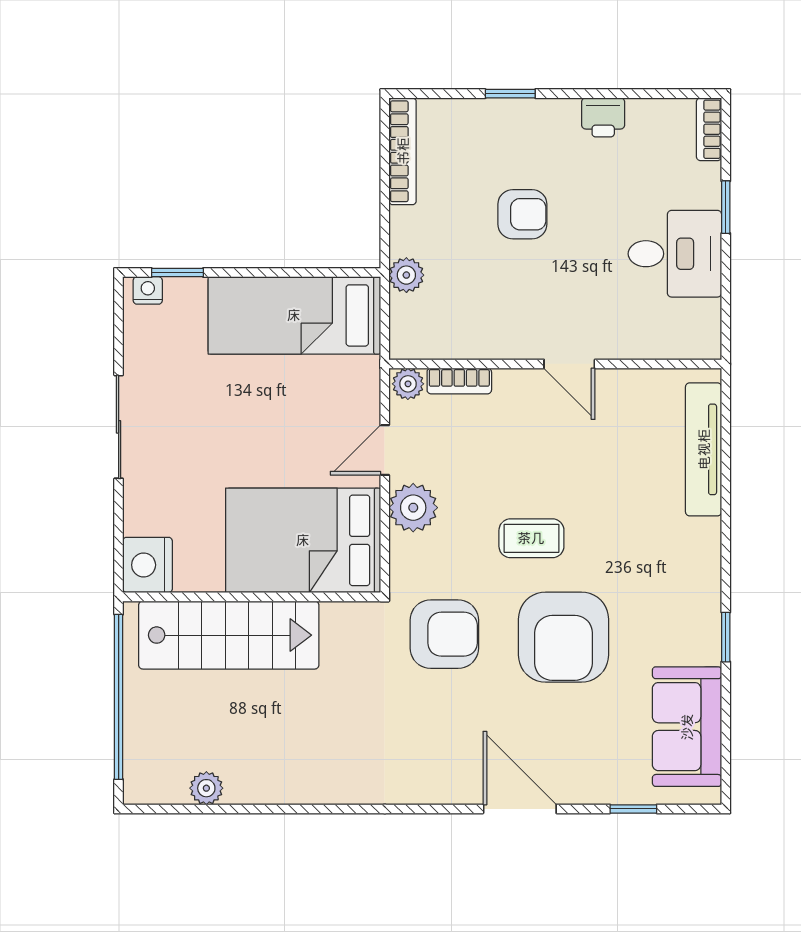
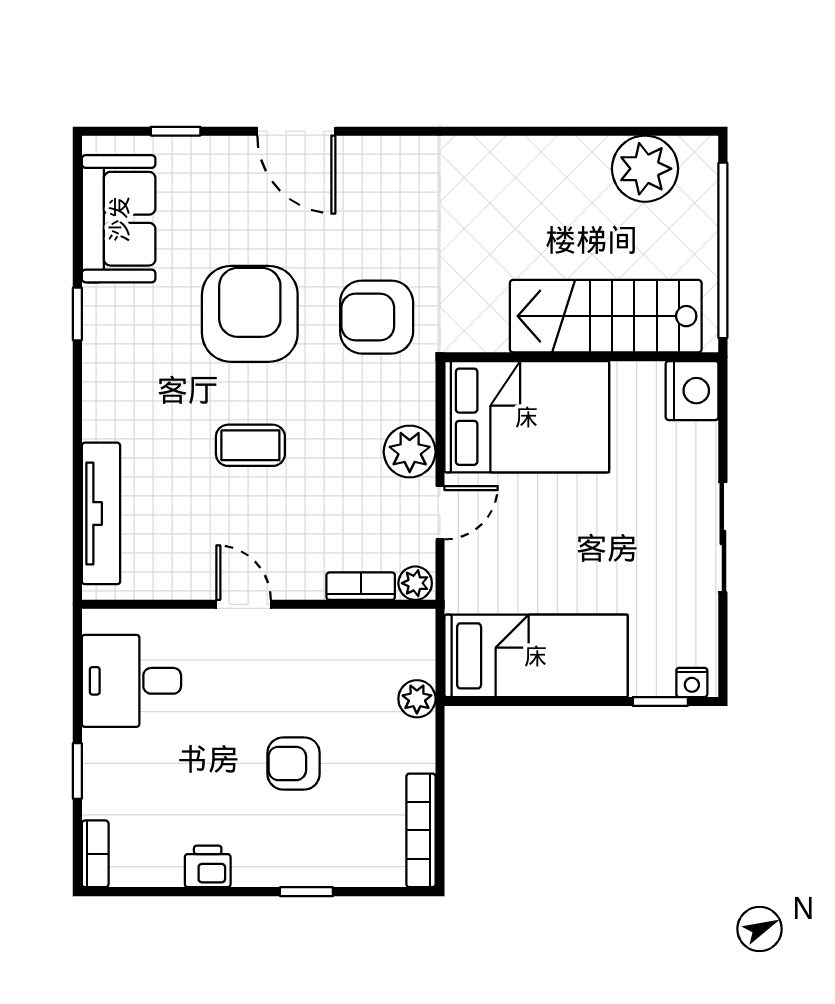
desk: (675, 254) -> (131, 681), moved
coffee table: (531, 538) -> (250, 445), moved
plant: (206, 788) -> (645, 169), width x1.87, depth x1.87

